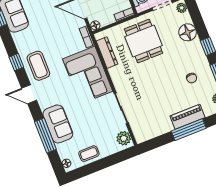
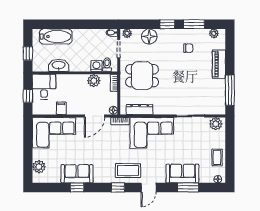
window: (189, 130) -> (230, 90), moved
window: (45, 136) -> (188, 187), width x0.69

